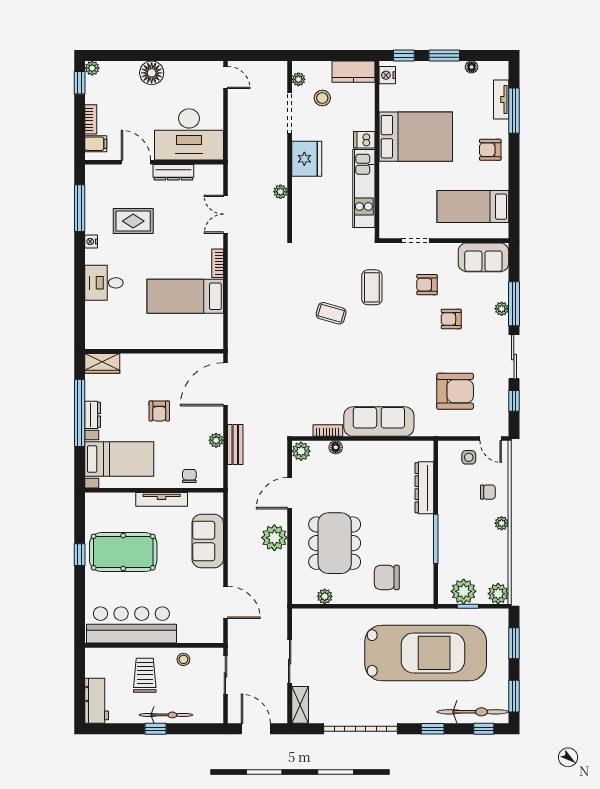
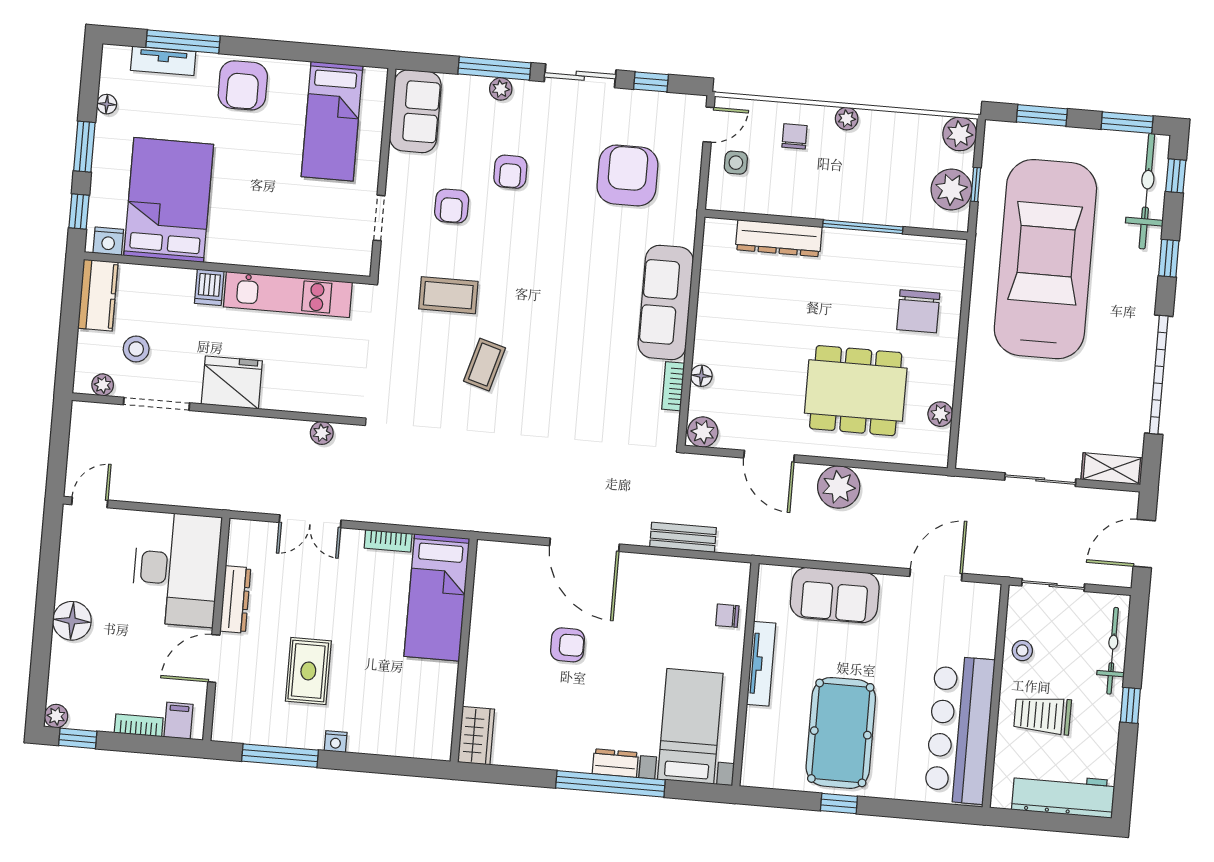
bed: (416, 137) -> (169, 200), moved
armchair: (490, 150) -> (243, 85), width x1.38, depth x1.38
plant: (280, 192) -> (322, 433), moved
desk: (104, 283) -> (404, 727), removed
wall: (154, 351) -> (464, 650), moved
wardrobe: (102, 363) -> (476, 736), moved
armchair: (159, 411) -> (568, 645), moved
plant: (216, 440) -> (674, 568), removed
workbench: (97, 701) -> (1063, 795), width x1.38
bicycle: (166, 715) -> (1113, 651), moved

